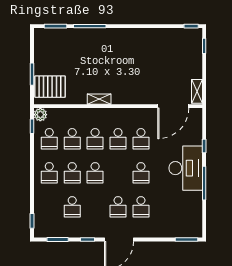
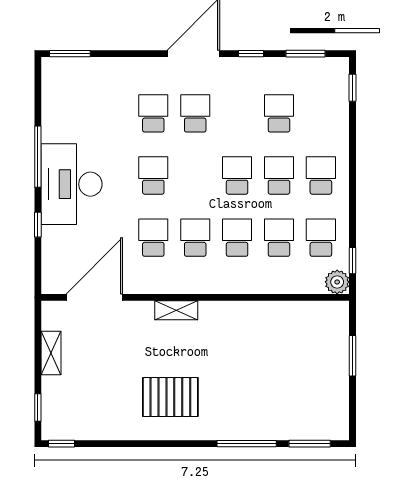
pallet: (50, 87) -> (170, 397), moved
shelving: (197, 91) -> (51, 353), moved
shelving: (99, 99) -> (176, 310), moved

